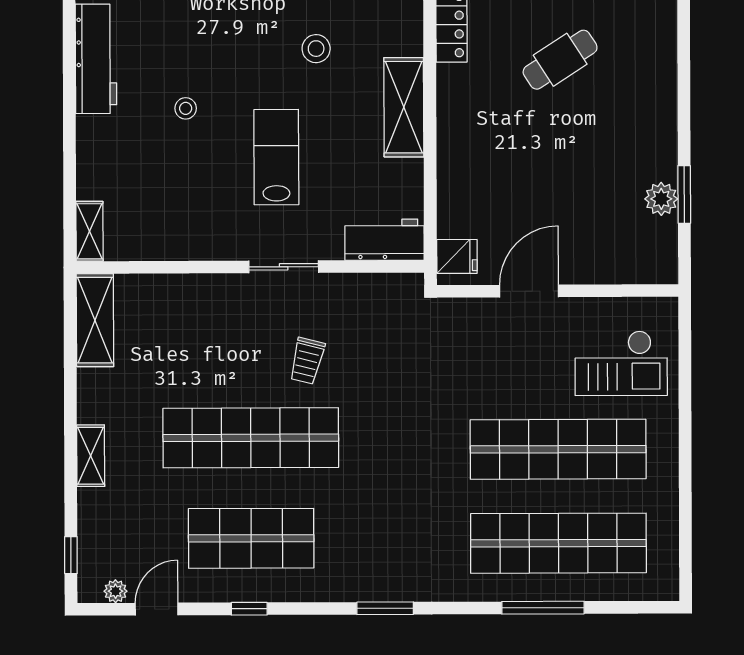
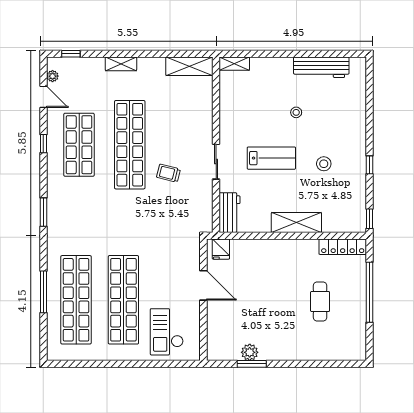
stool: (316, 49) -> (324, 164), moved
cafe table: (560, 60) -> (320, 301), turned 33

